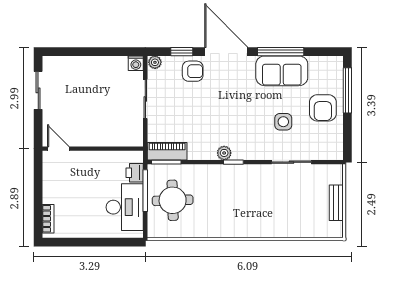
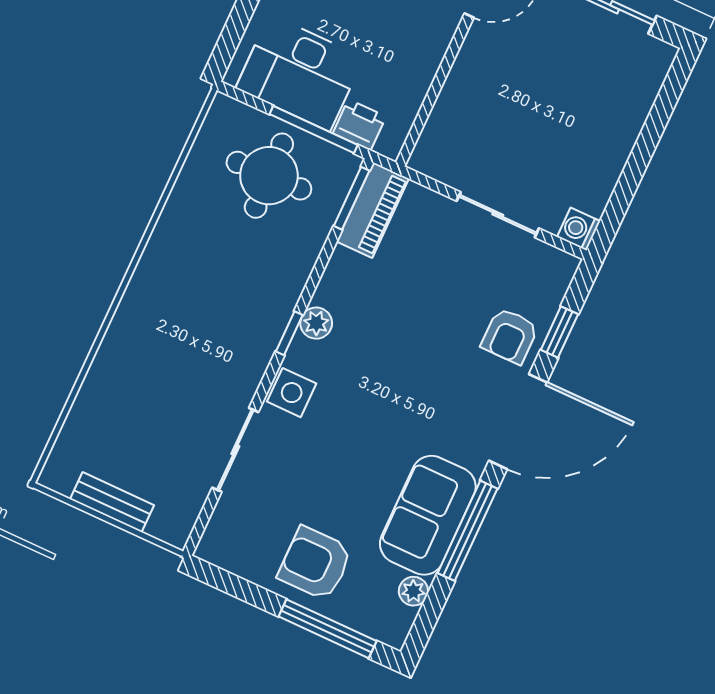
plant: (155, 62) -> (413, 591), moved
side table: (283, 122) -> (292, 393), moved

